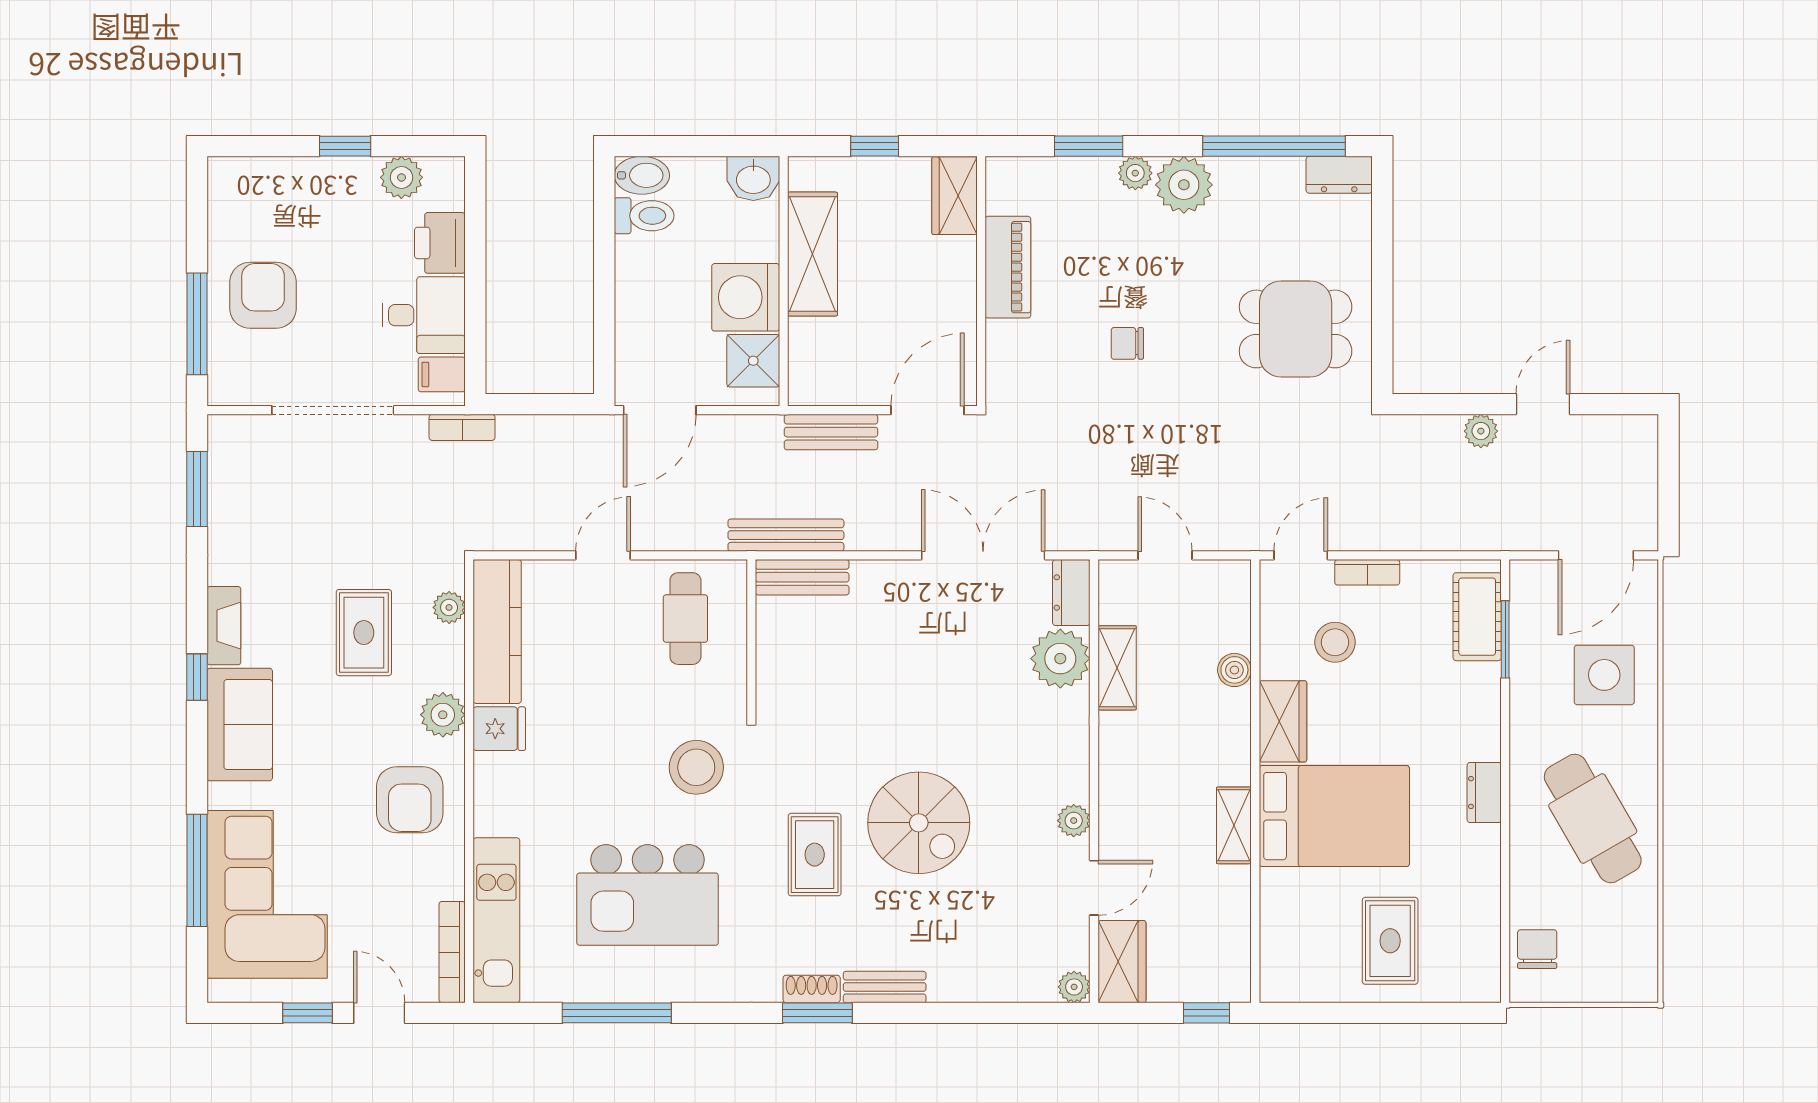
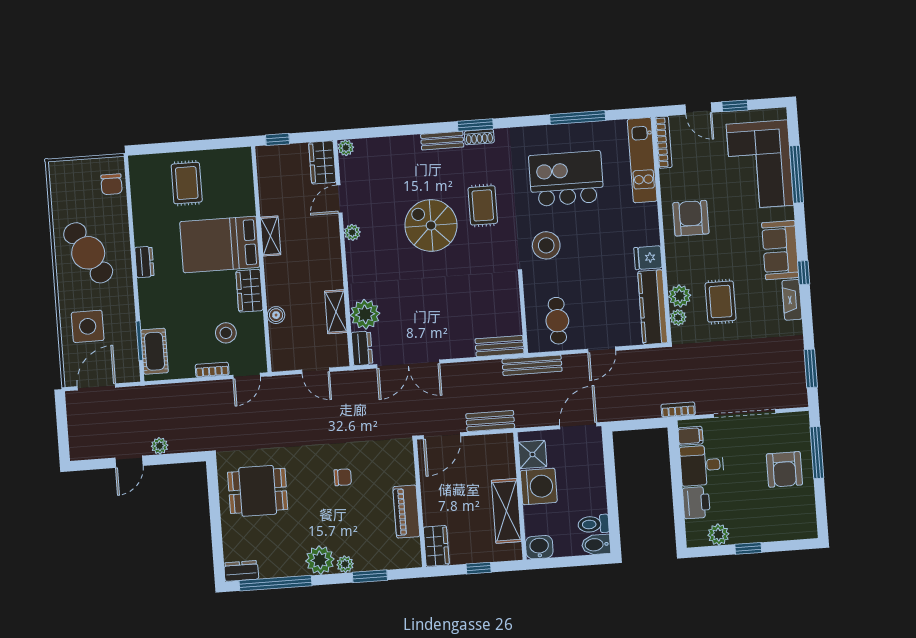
bench: (786, 535) -> (532, 365), moved
plant: (443, 715) -> (680, 296), moved

